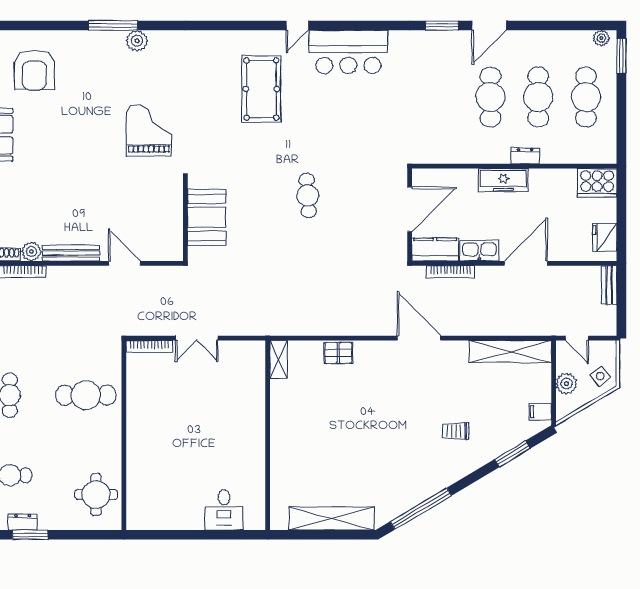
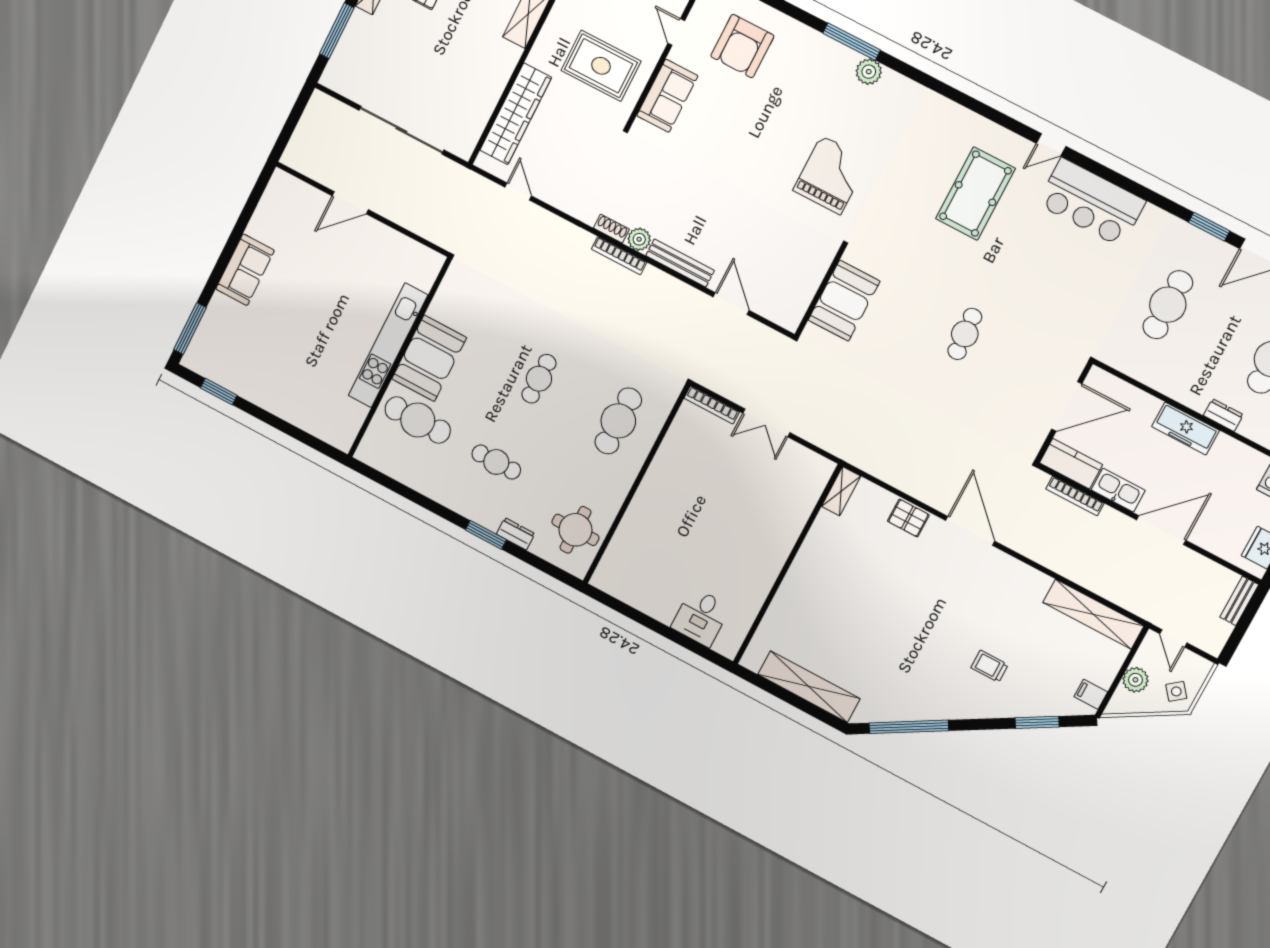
cafe table: (490, 97) -> (1168, 305), moved
door: (419, 338) -> (970, 531), moved
cafe table: (86, 395) -> (618, 421), turned 90
dresser: (23, 522) -> (516, 534), moved

